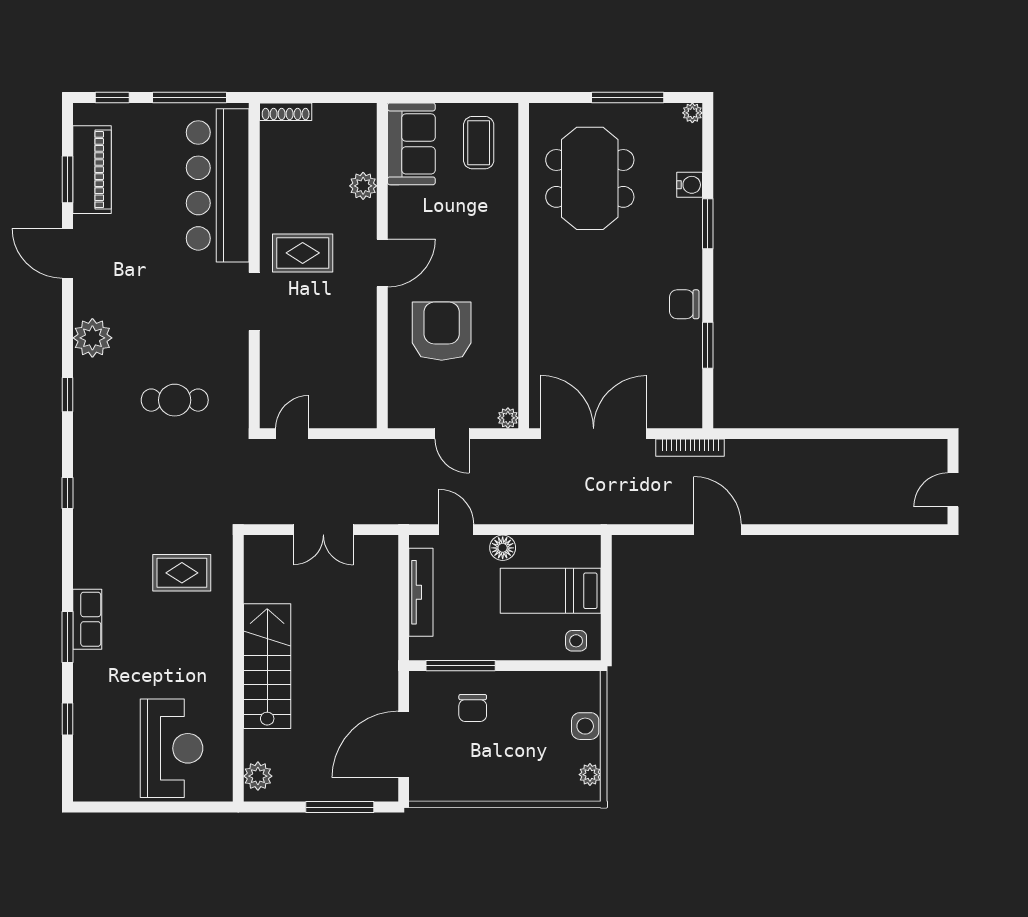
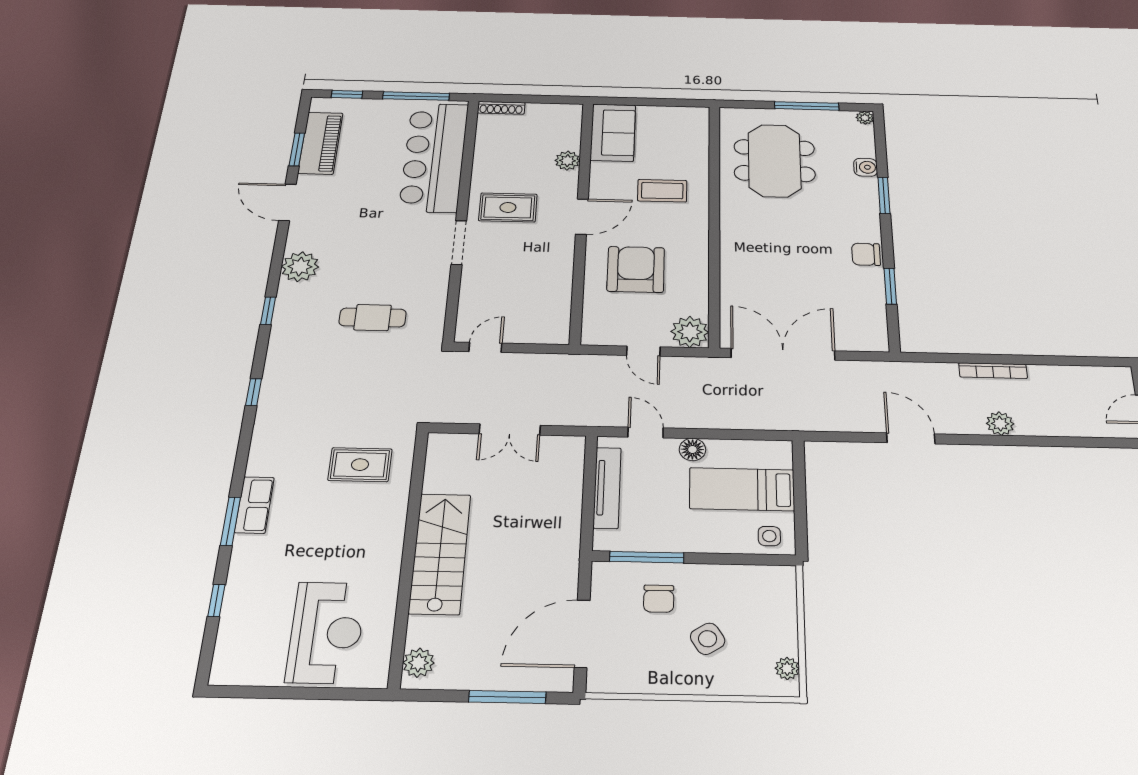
coffee table: (479, 143) -> (662, 191), moved, turned 90
plant: (508, 418) -> (690, 332), width x1.88, depth x1.88
bookcase: (690, 448) -> (993, 371), moved
plant: (807, 510) -> (1000, 424), added
side table: (585, 726) -> (708, 639), moved, turned -32

